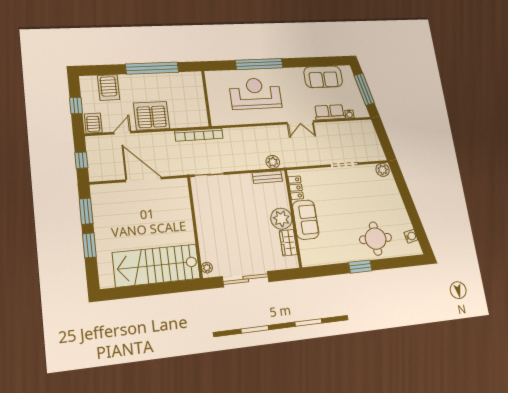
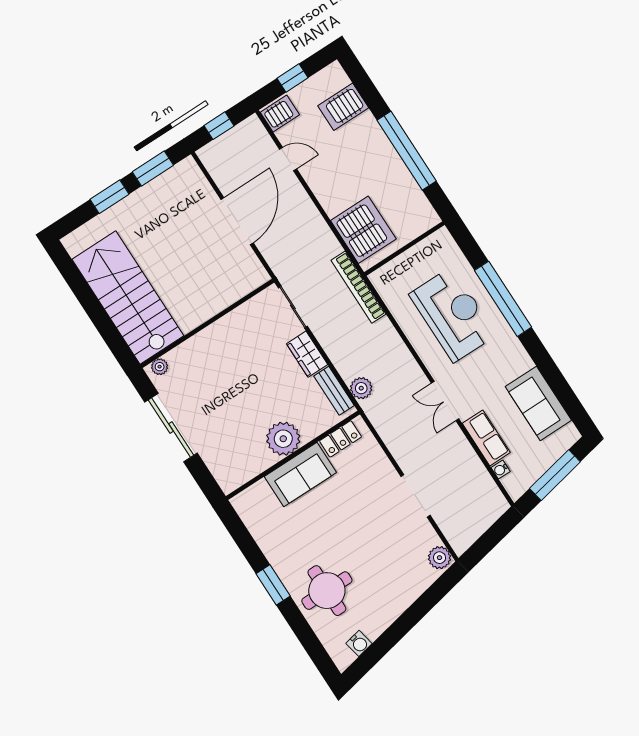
server rack: (152, 116) -> (363, 230), moved
bookcase: (199, 135) -> (358, 287), moved
wardrobe: (288, 243) -> (307, 354), moved, turned -90

